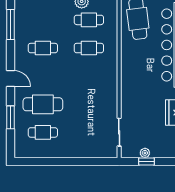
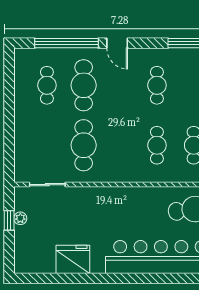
door: (10, 79) -> (117, 43), hinge flipped
cafe table: (89, 104) -> (84, 145), added
window: (10, 117) -> (66, 43), width x2.11

